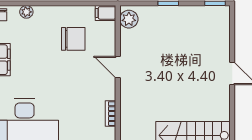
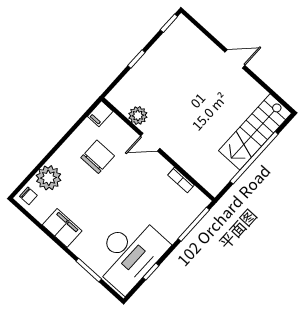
plant: (26, 12) -> (49, 178), width x1.88, depth x1.88
plant: (129, 19) -> (138, 115), moved

